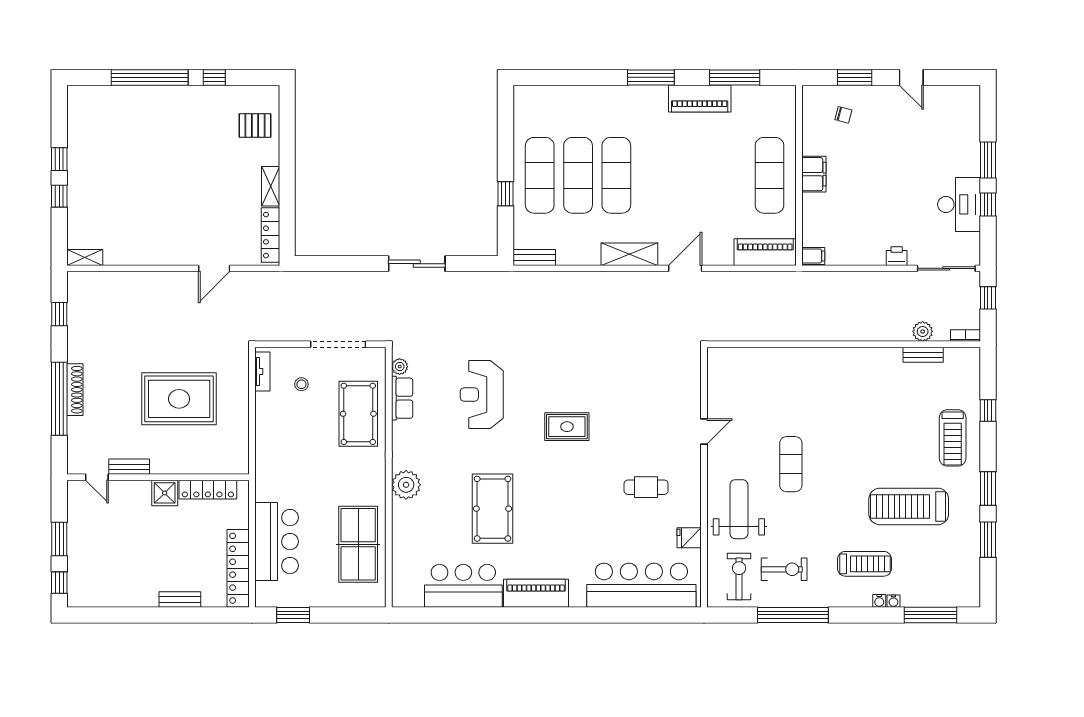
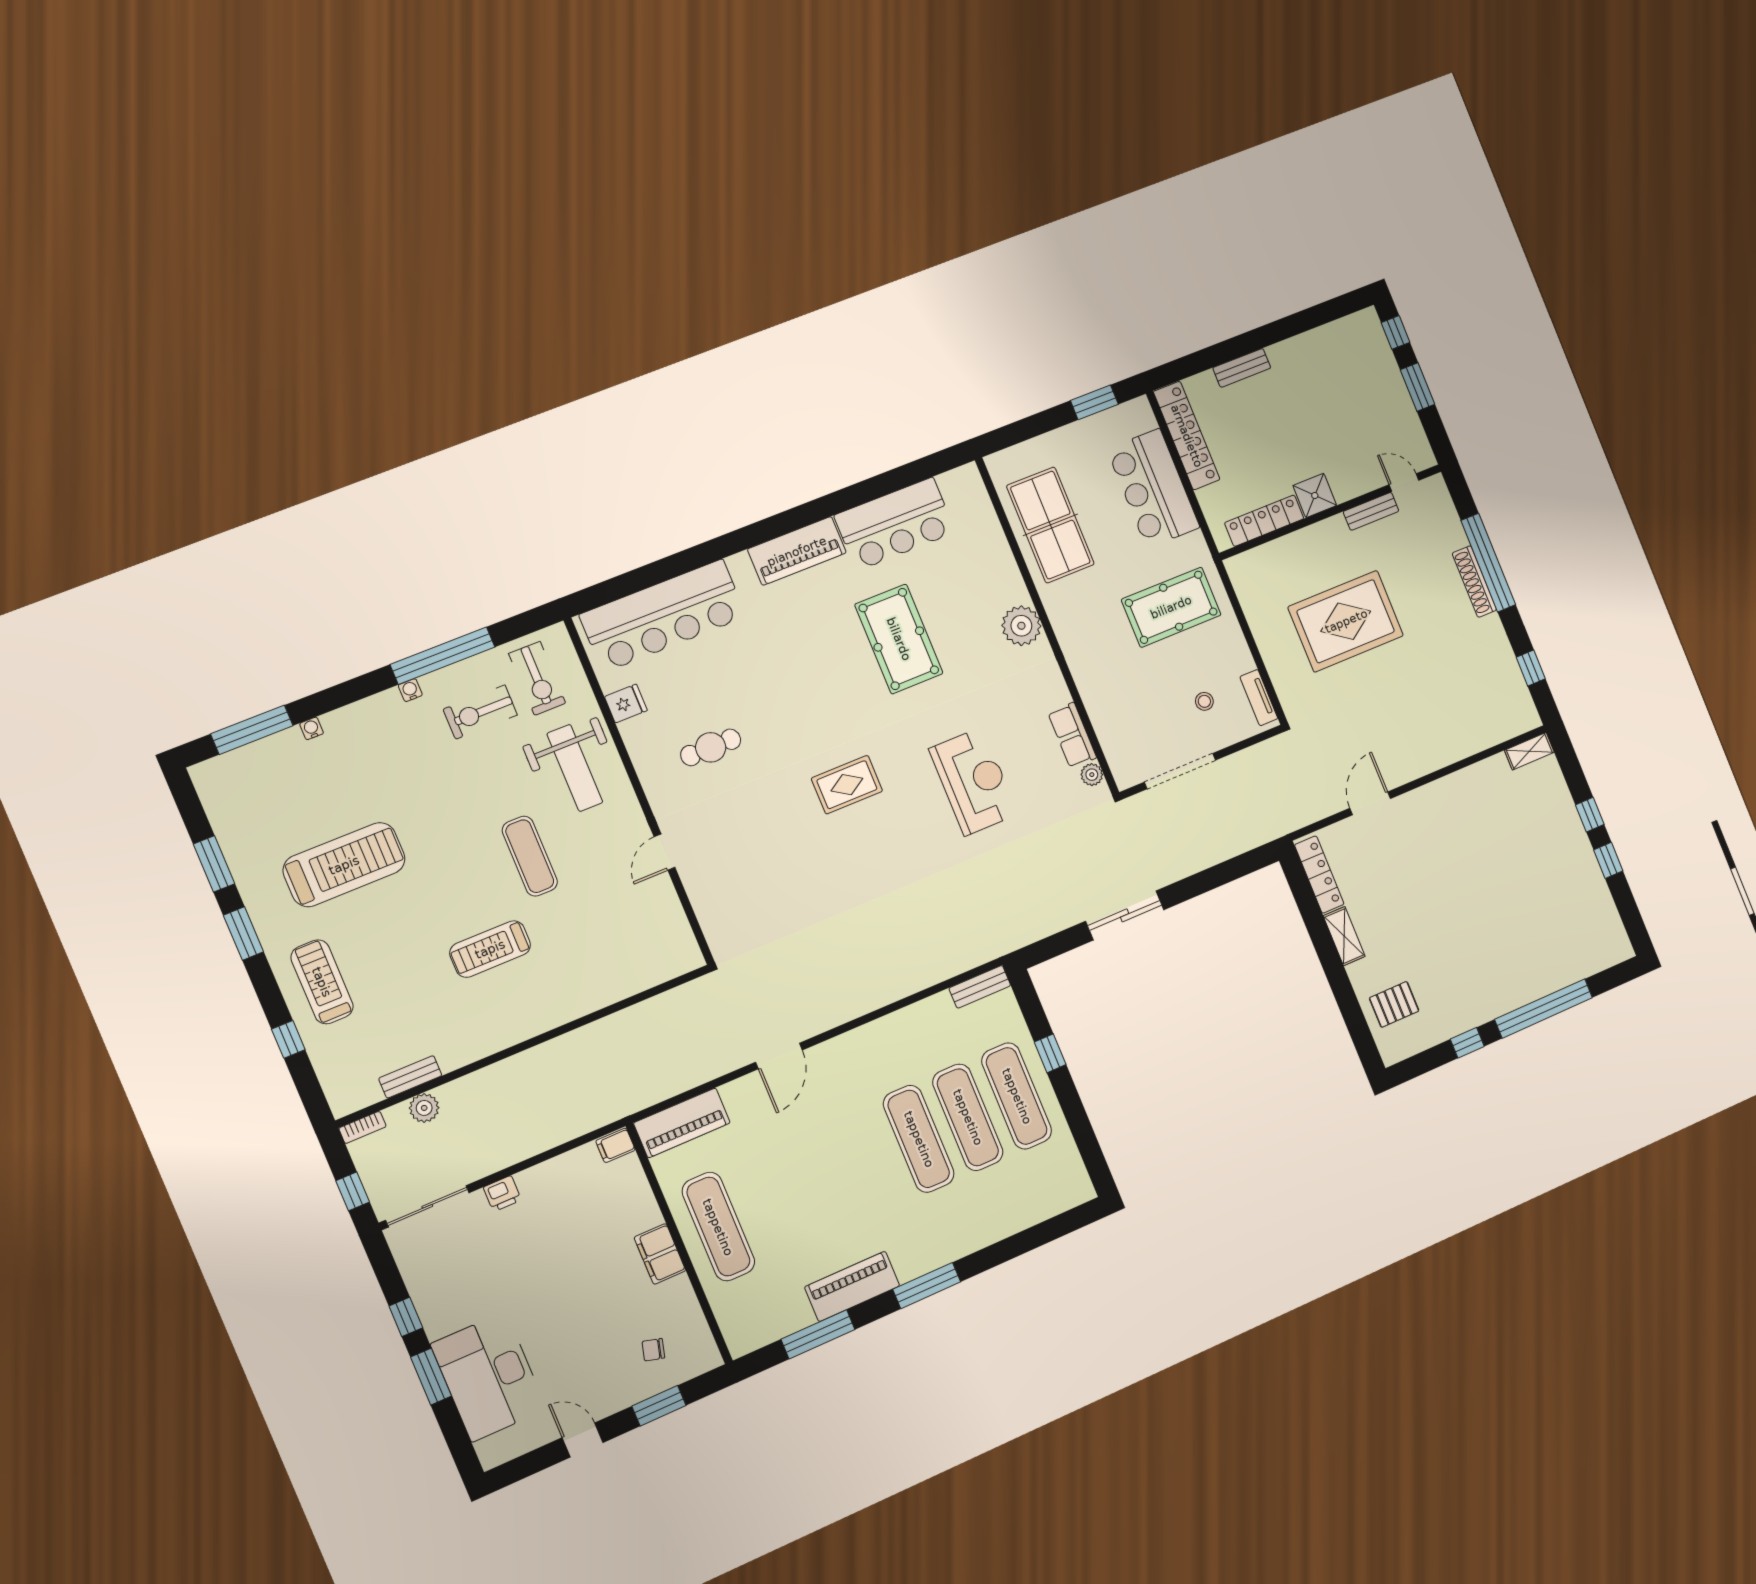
desk: (959, 204) -> (489, 1377), moved, width x1.36, depth x1.30
shelving: (629, 254) -> (859, 1044), removed
pool table: (358, 414) -> (1171, 607), moved, turned 90
treadmill: (865, 564) -> (490, 949), moved
water cooler: (879, 601) -> (410, 690), moved

